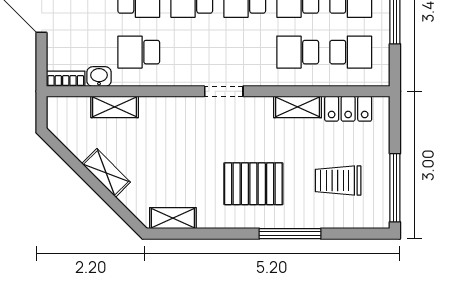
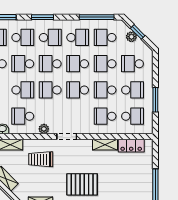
plant: (179, 77) -> (44, 129), added
trolley: (338, 180) -> (41, 159), moved

